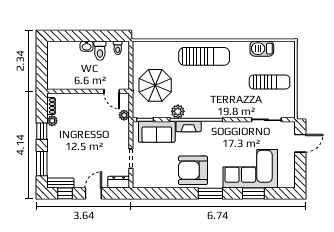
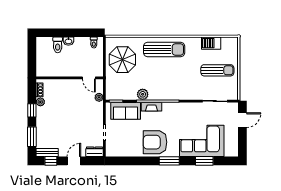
toilet: (100, 51) -> (58, 45), moved
parasol: (155, 85) -> (122, 60), moved

